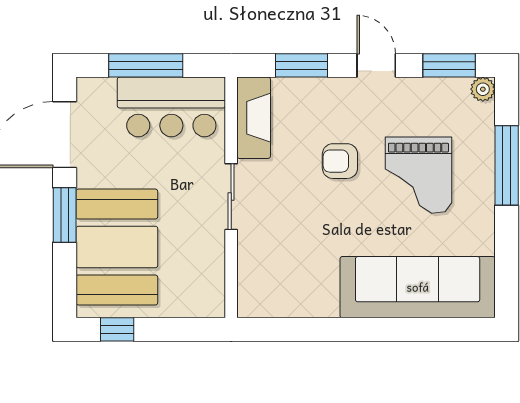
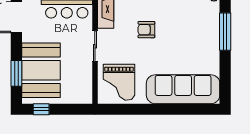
grand piano: (418, 175) -> (119, 82), moved
window: (65, 215) -> (16, 73), moved

